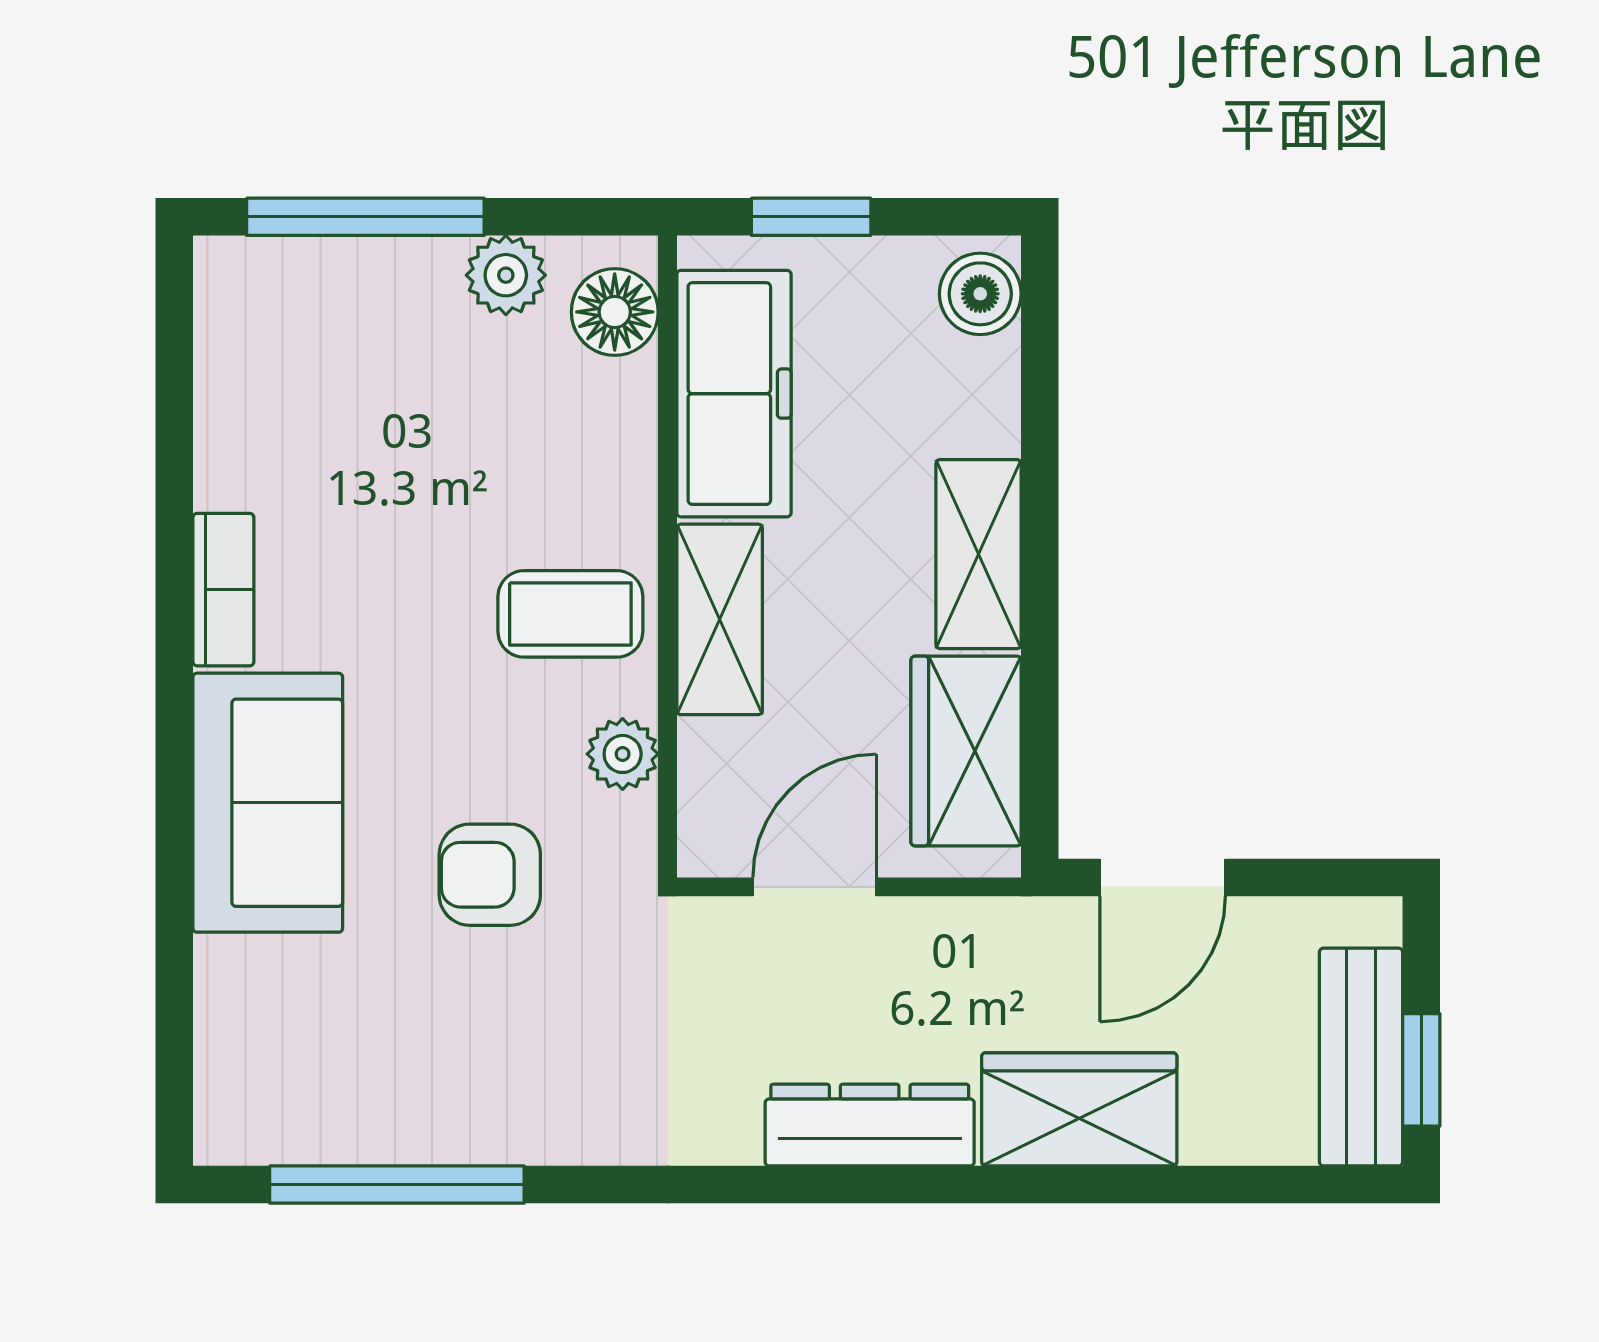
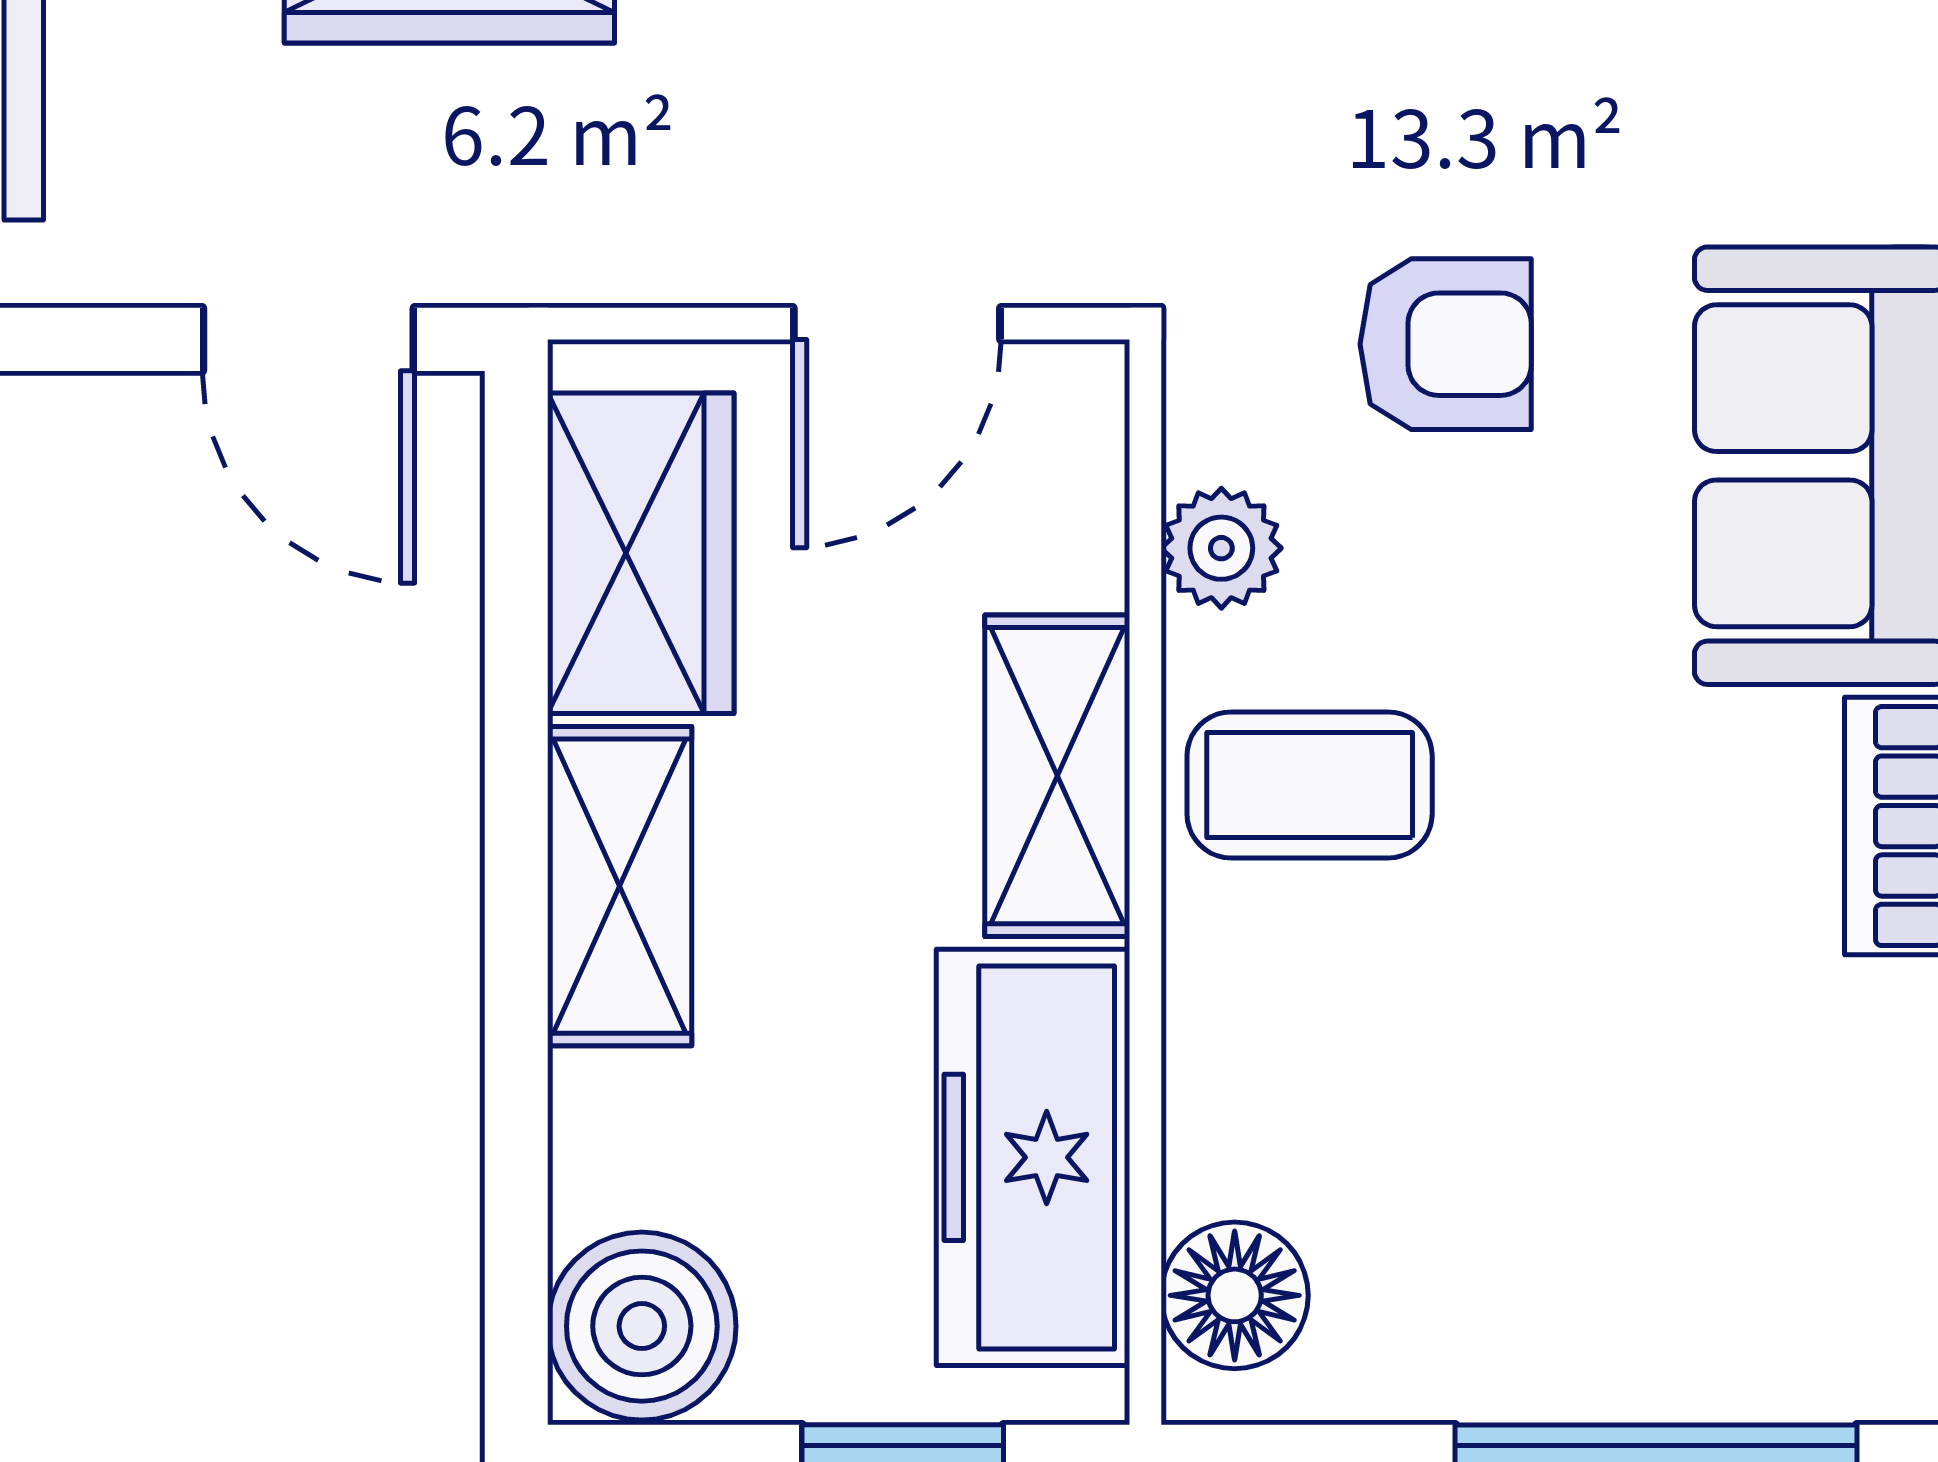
plant: (506, 275) -> (1419, 1358), removed
boiler: (980, 294) -> (642, 1326), width x1.36, depth x1.36
door: (1163, 878) -> (308, 339), swing flipped

